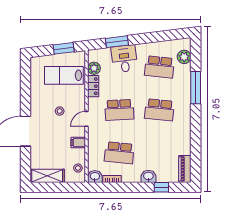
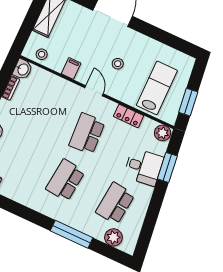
plant: (94, 68) -> (163, 133), moved
school desk: (119, 153) -> (37, 110), removed

